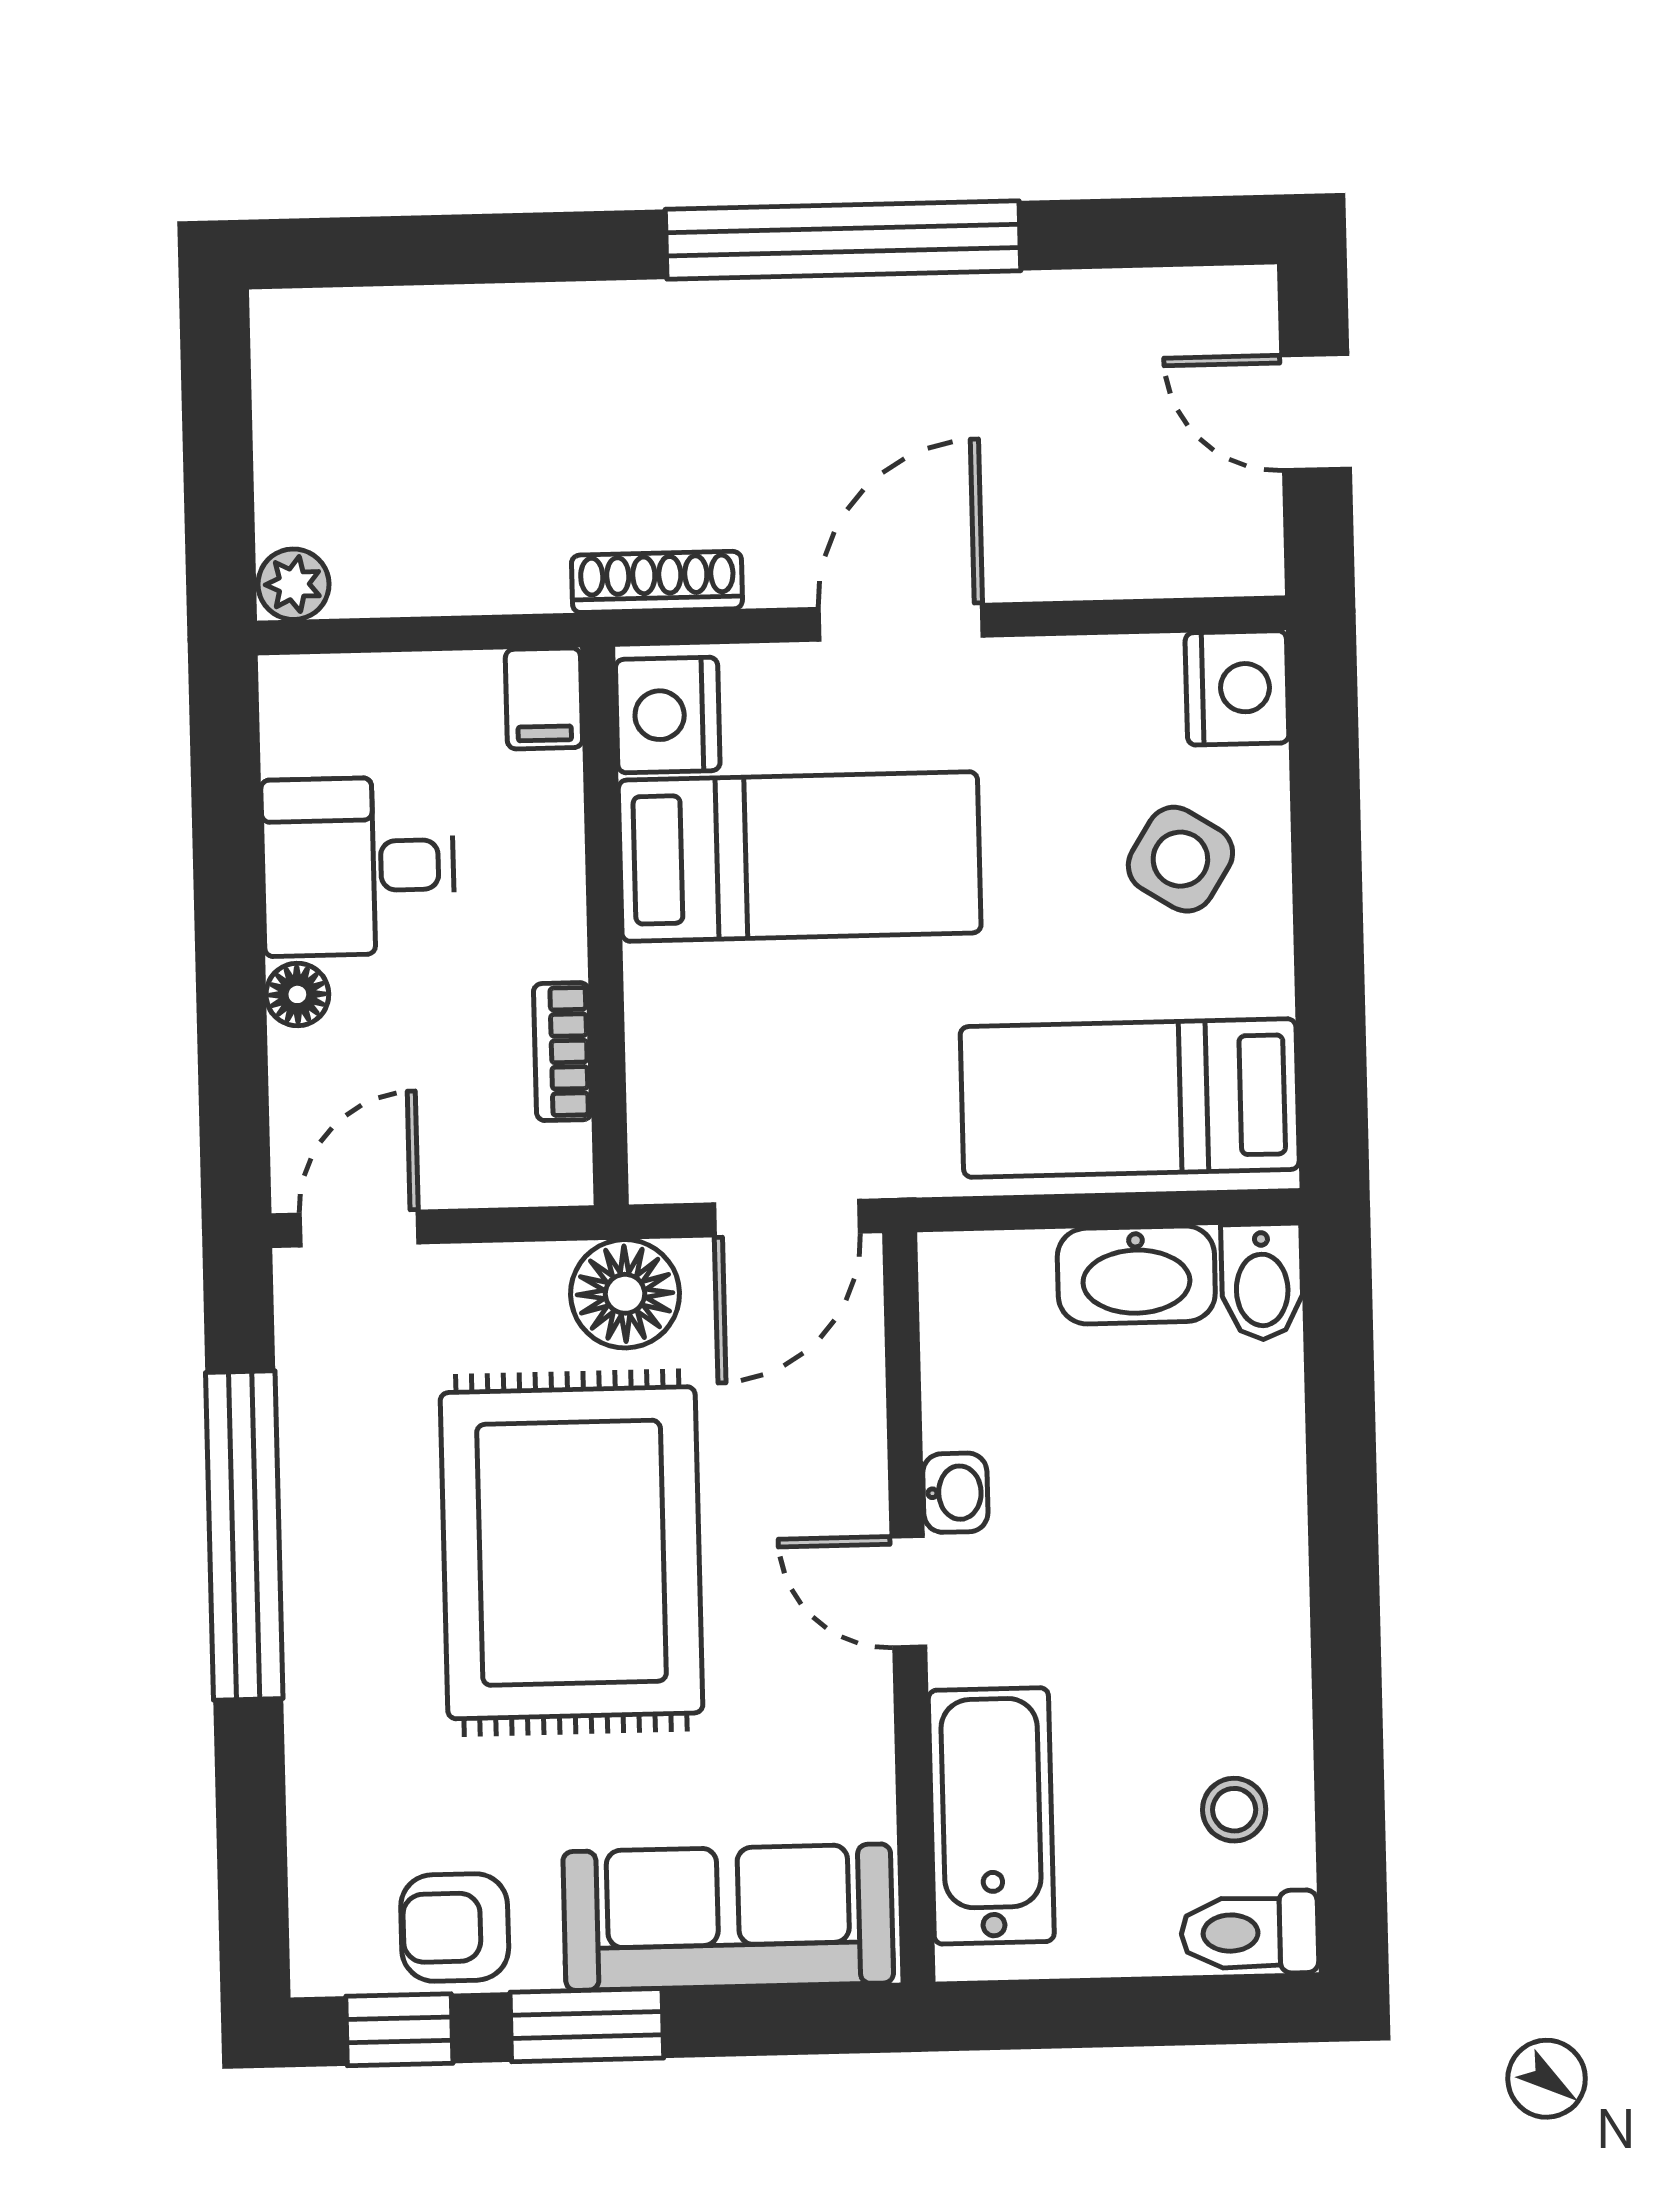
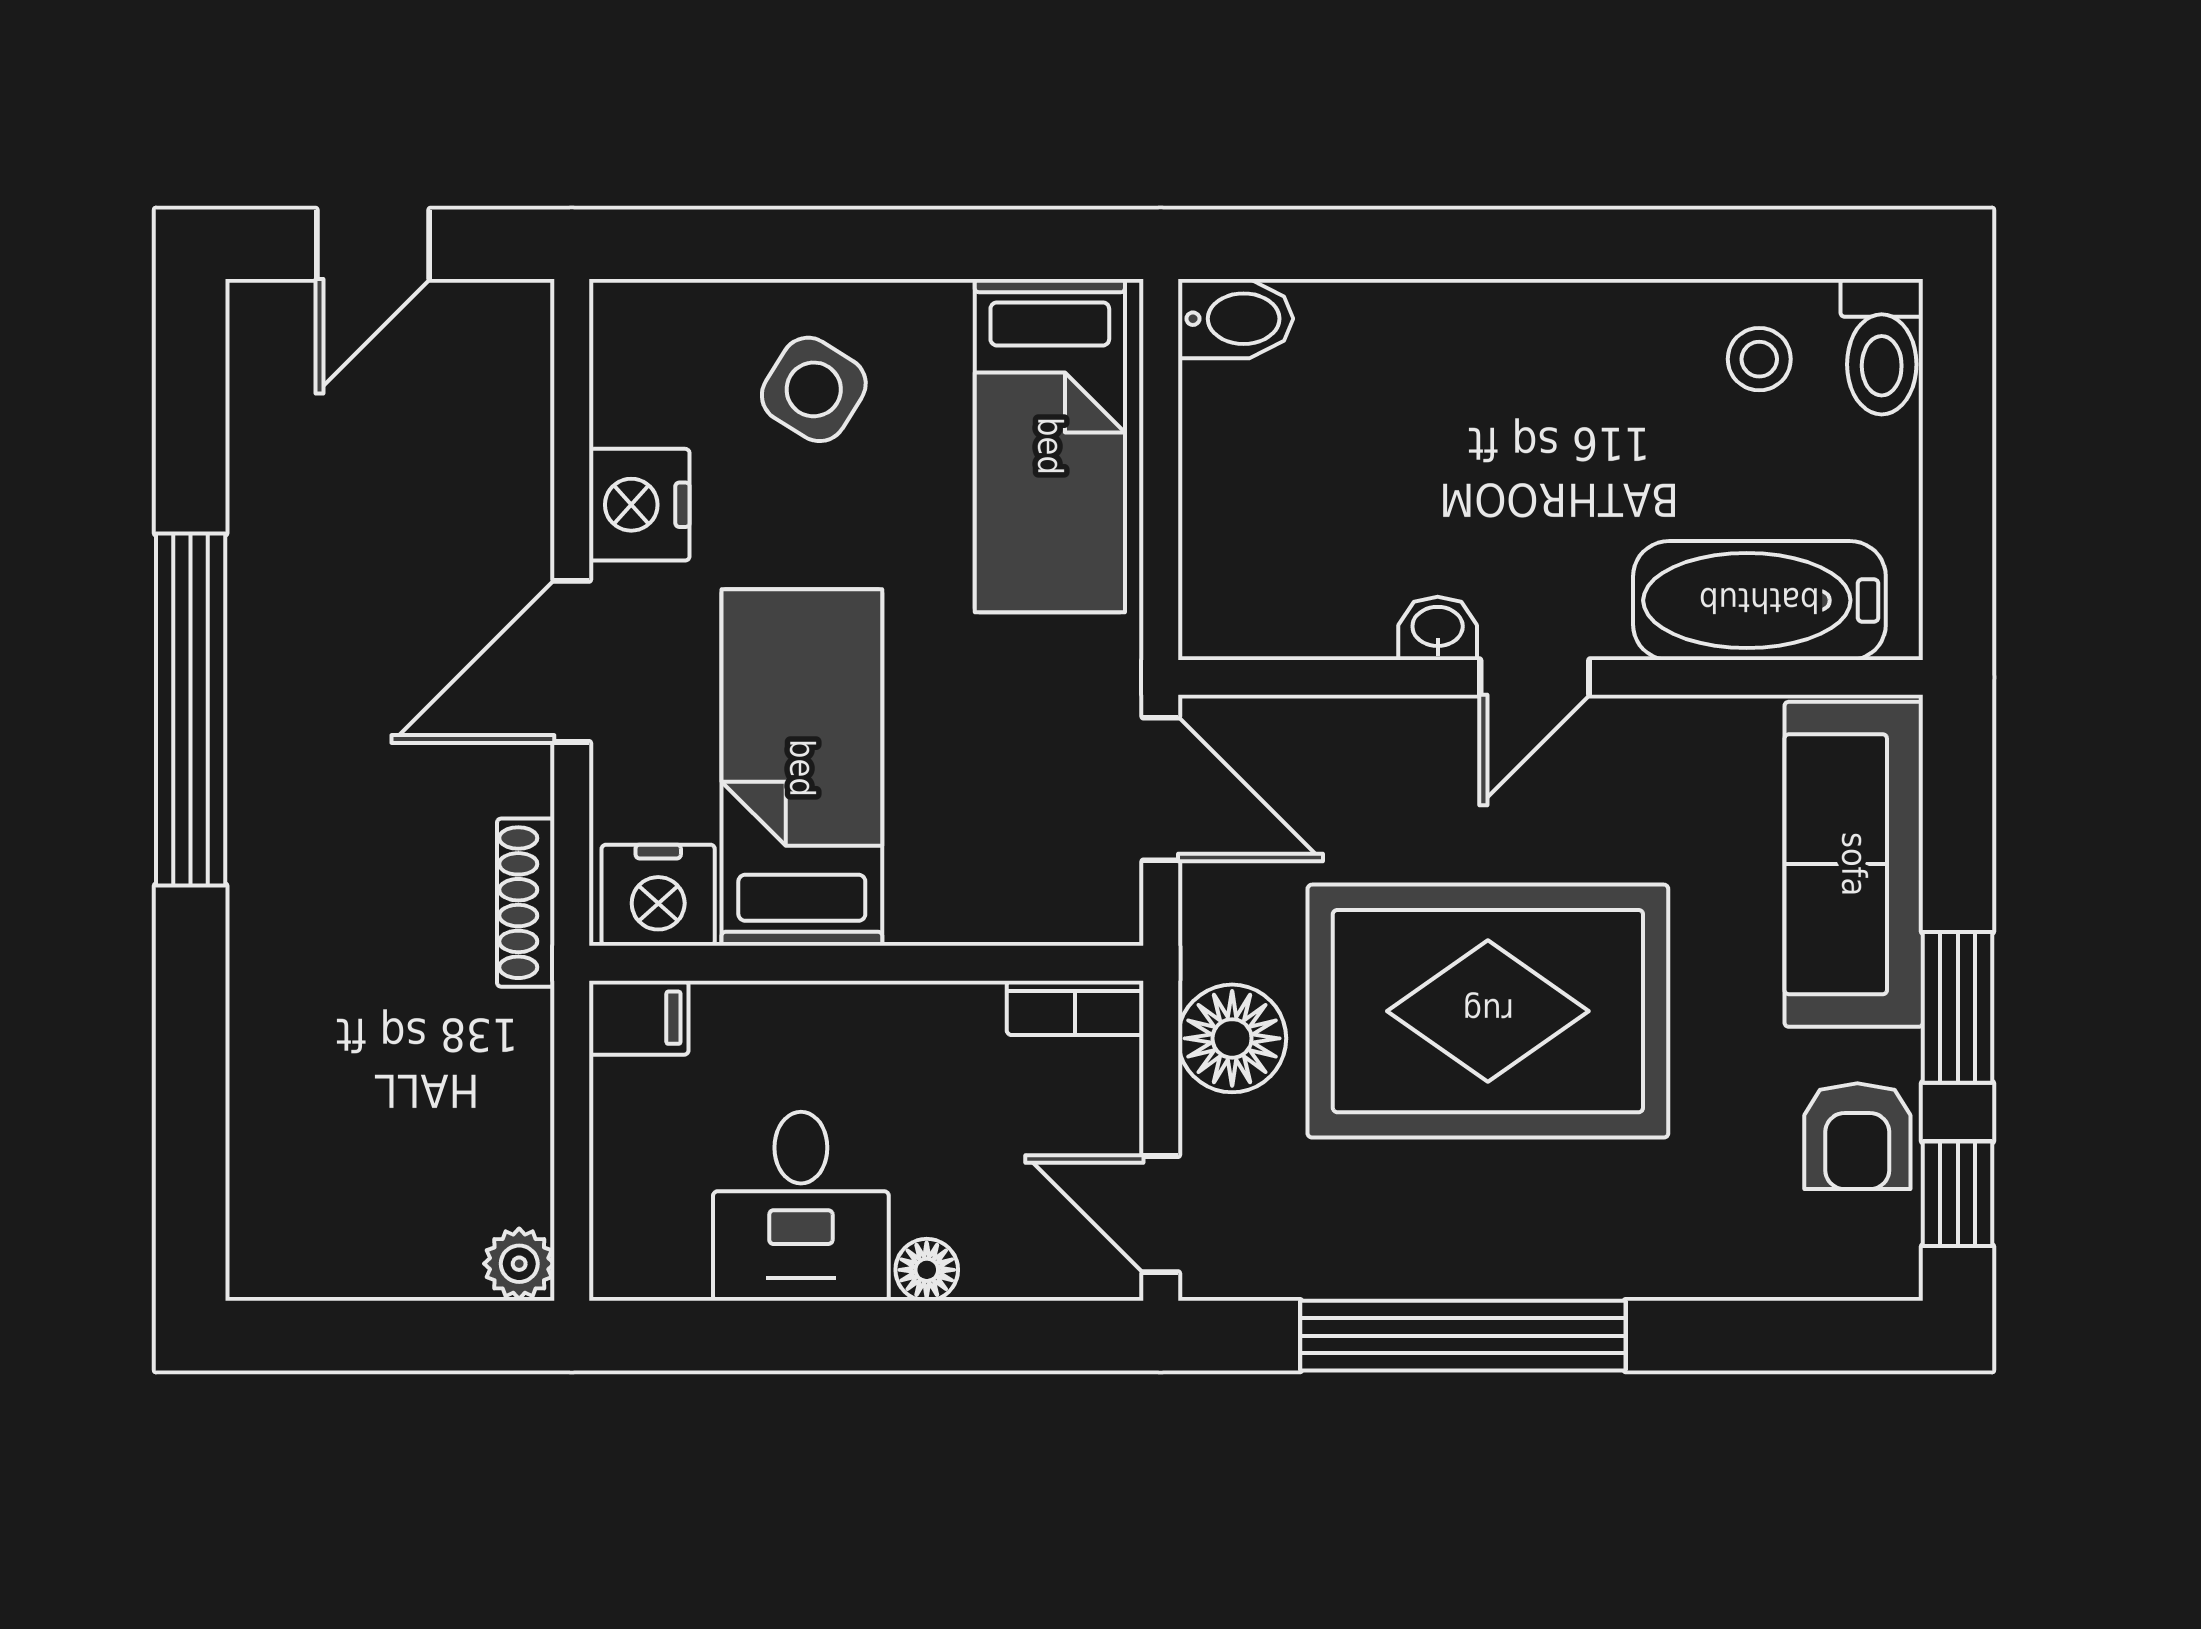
door: (901, 622) -> (572, 661), hinge flipped
nightstand: (1237, 688) -> (639, 505), moved, turned -90
bookcase: (563, 1052) -> (1075, 1008), moved
washbasin: (1136, 1275) -> (1226, 443), removed
floor lamp: (625, 1294) -> (1232, 1038), moved

